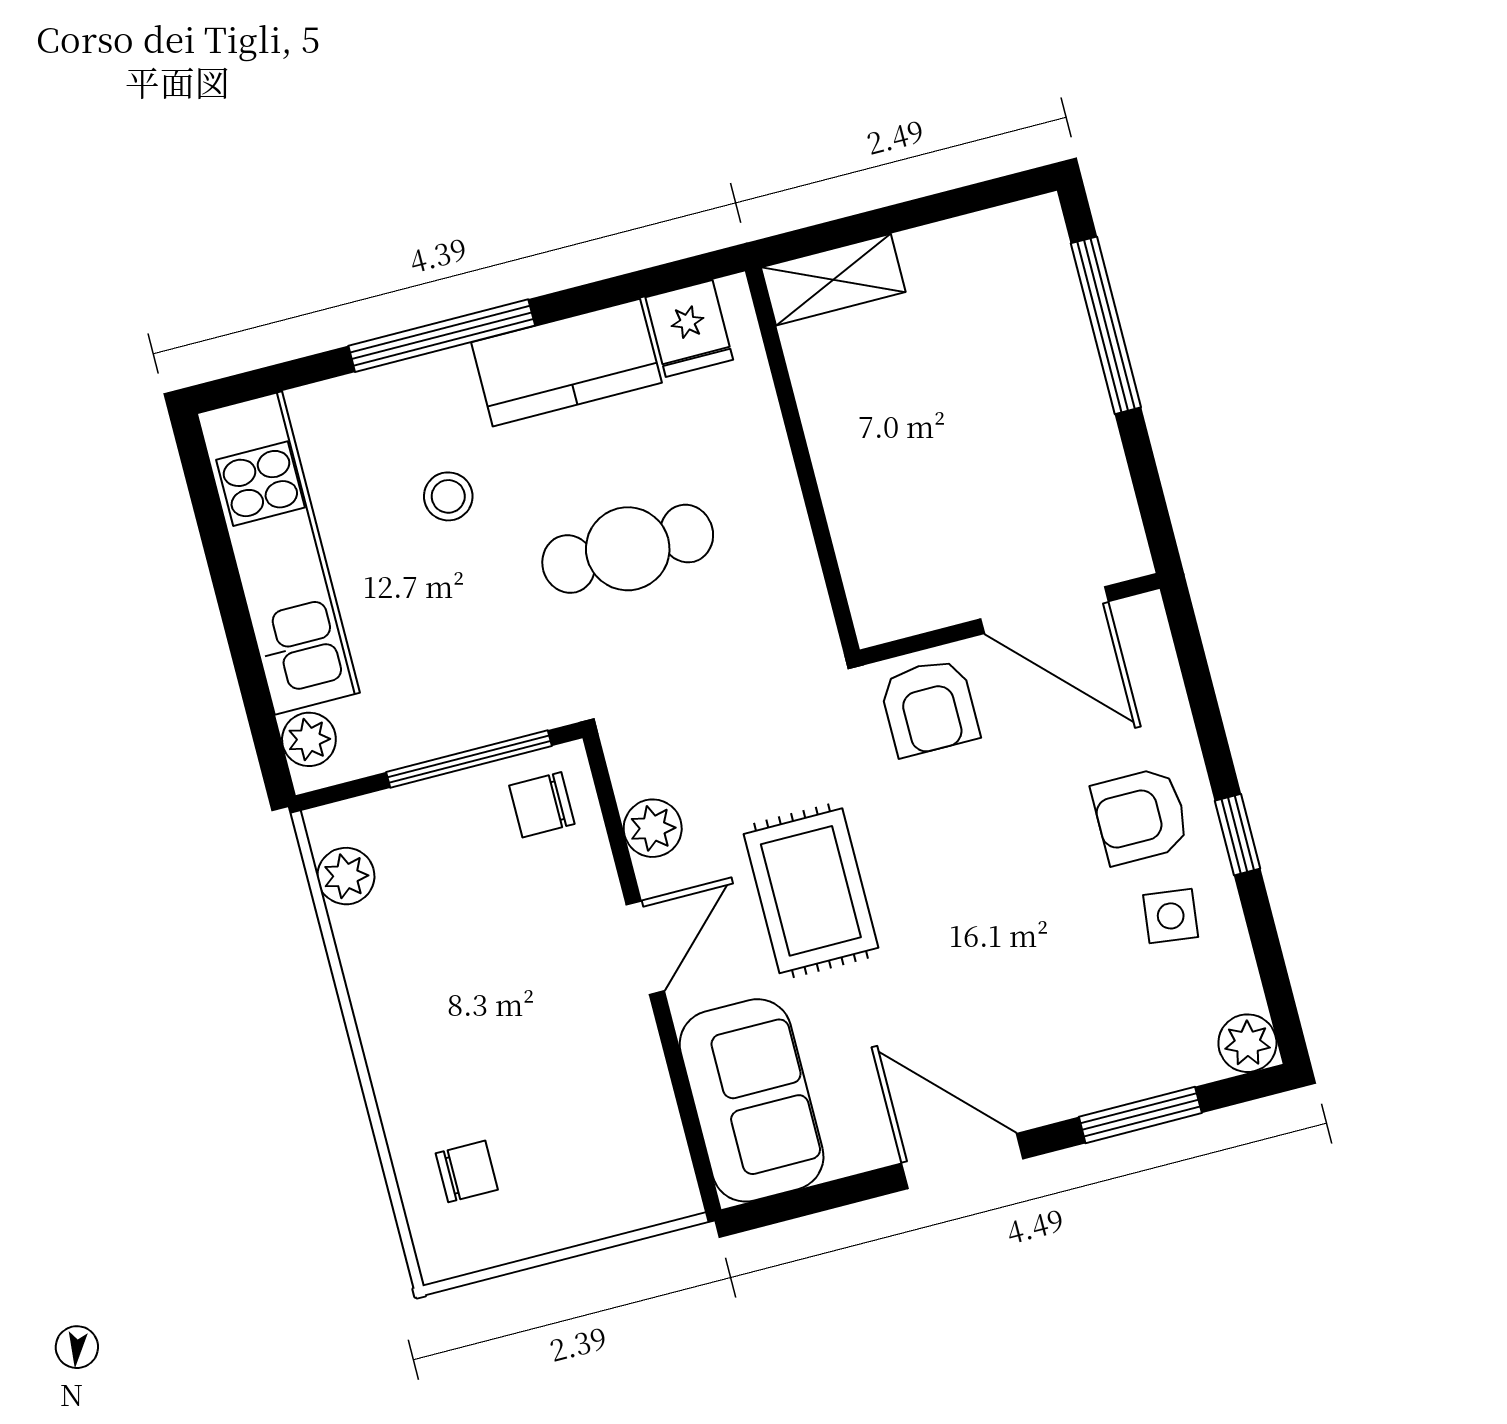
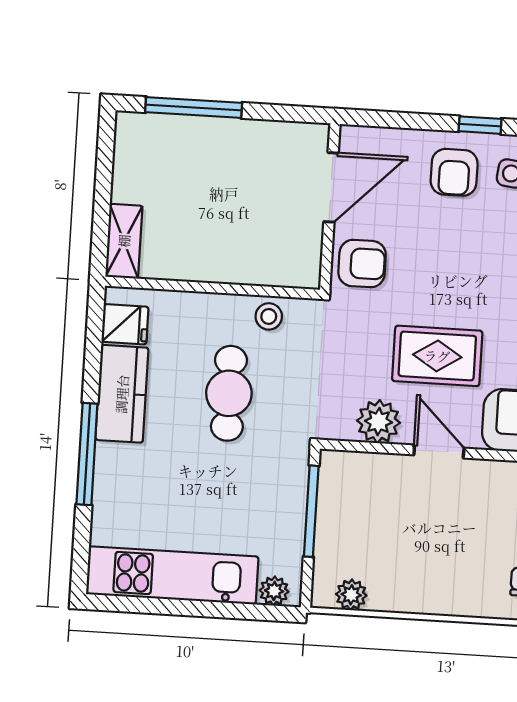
stool: (448, 496) -> (269, 316), moved
chair: (542, 805) -> (347, 481), removed
plant: (653, 828) -> (378, 422), width x1.38, depth x1.38

